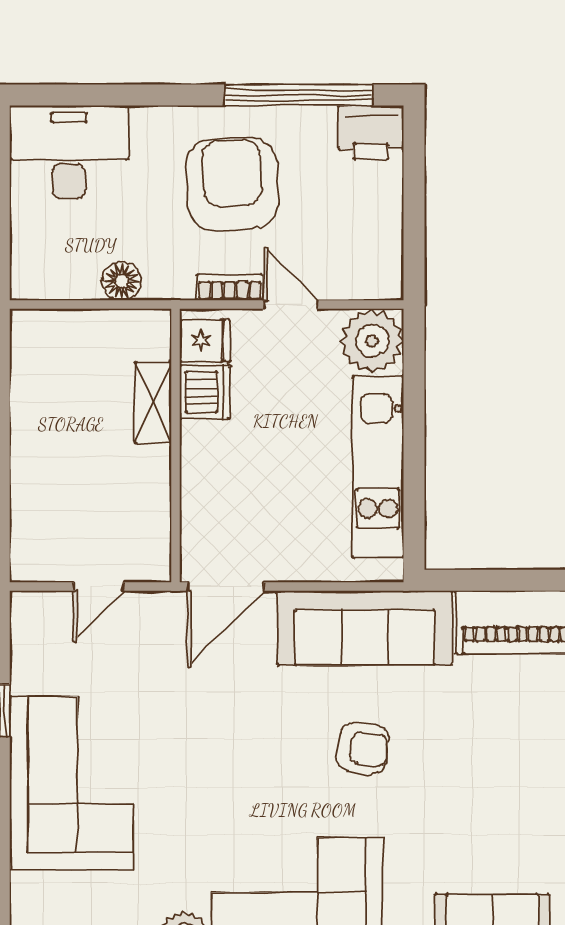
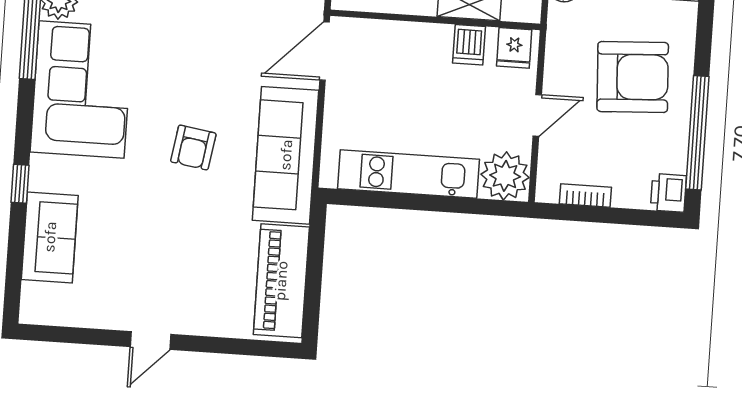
printer: (371, 133) -> (668, 193), width x0.73, depth x0.81
bookcase: (230, 287) -> (585, 196), moved, turned -90
dishwasher: (205, 392) -> (469, 45), width x0.73
door: (226, 587) -> (324, 51), hinge flipped

